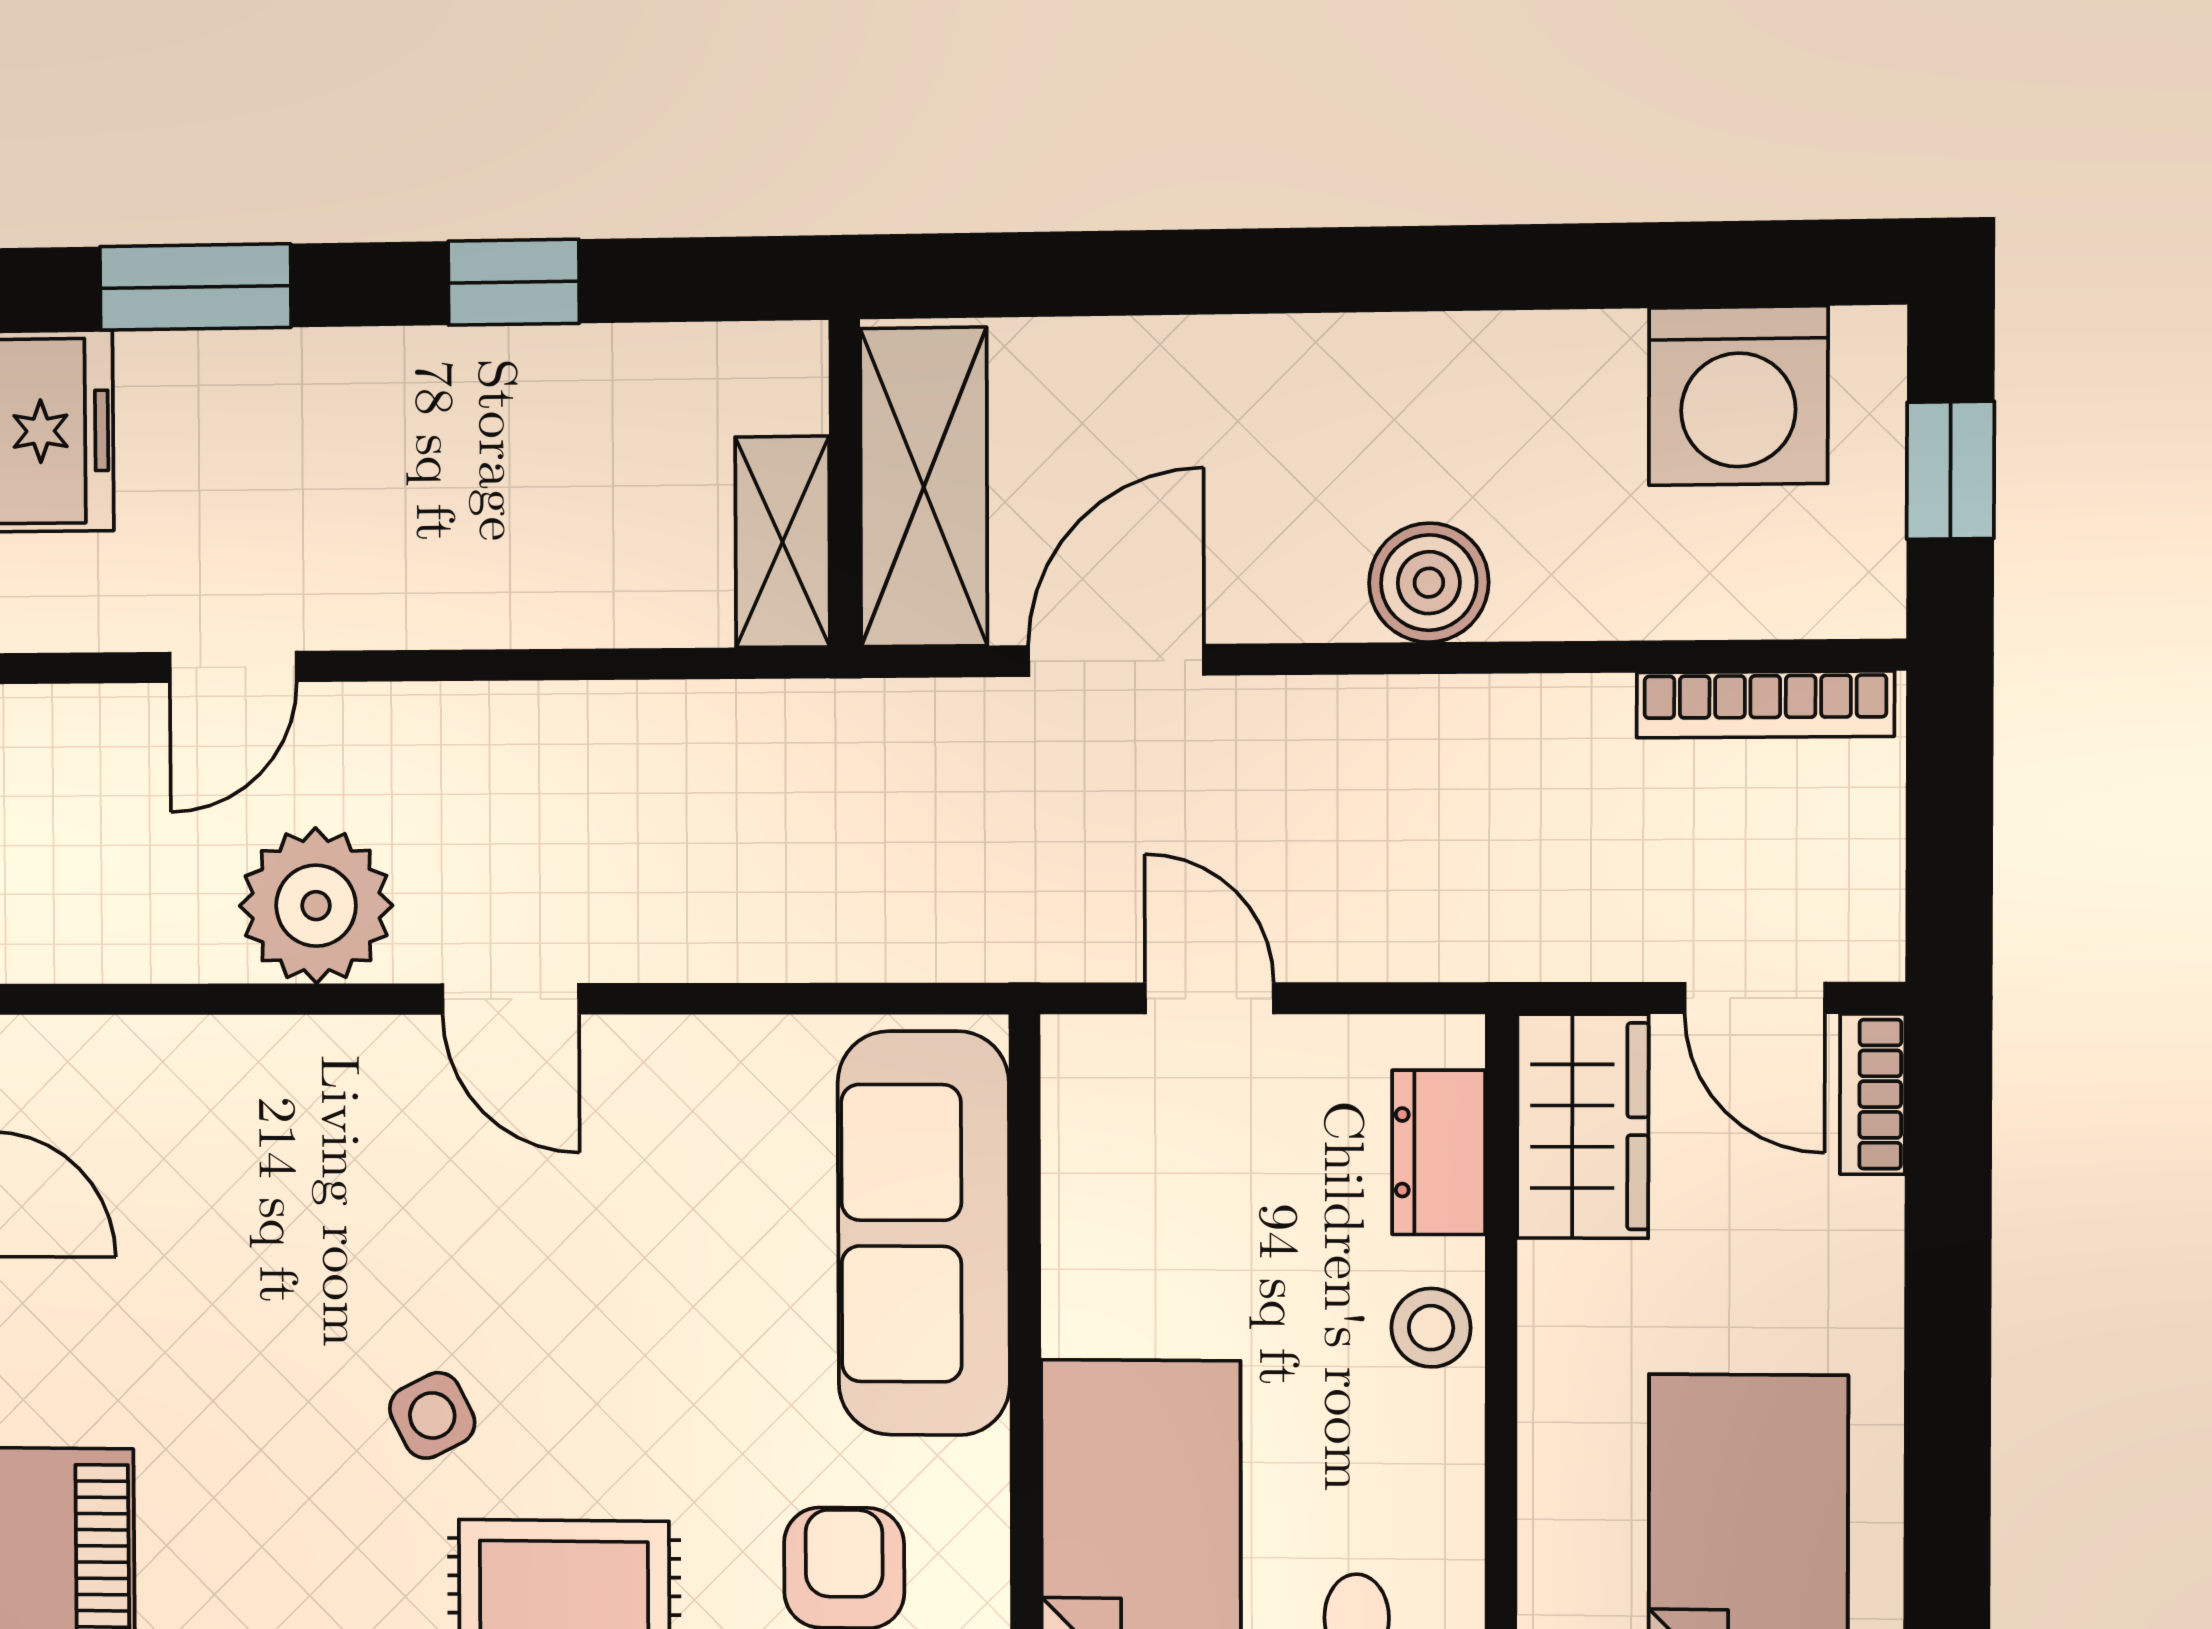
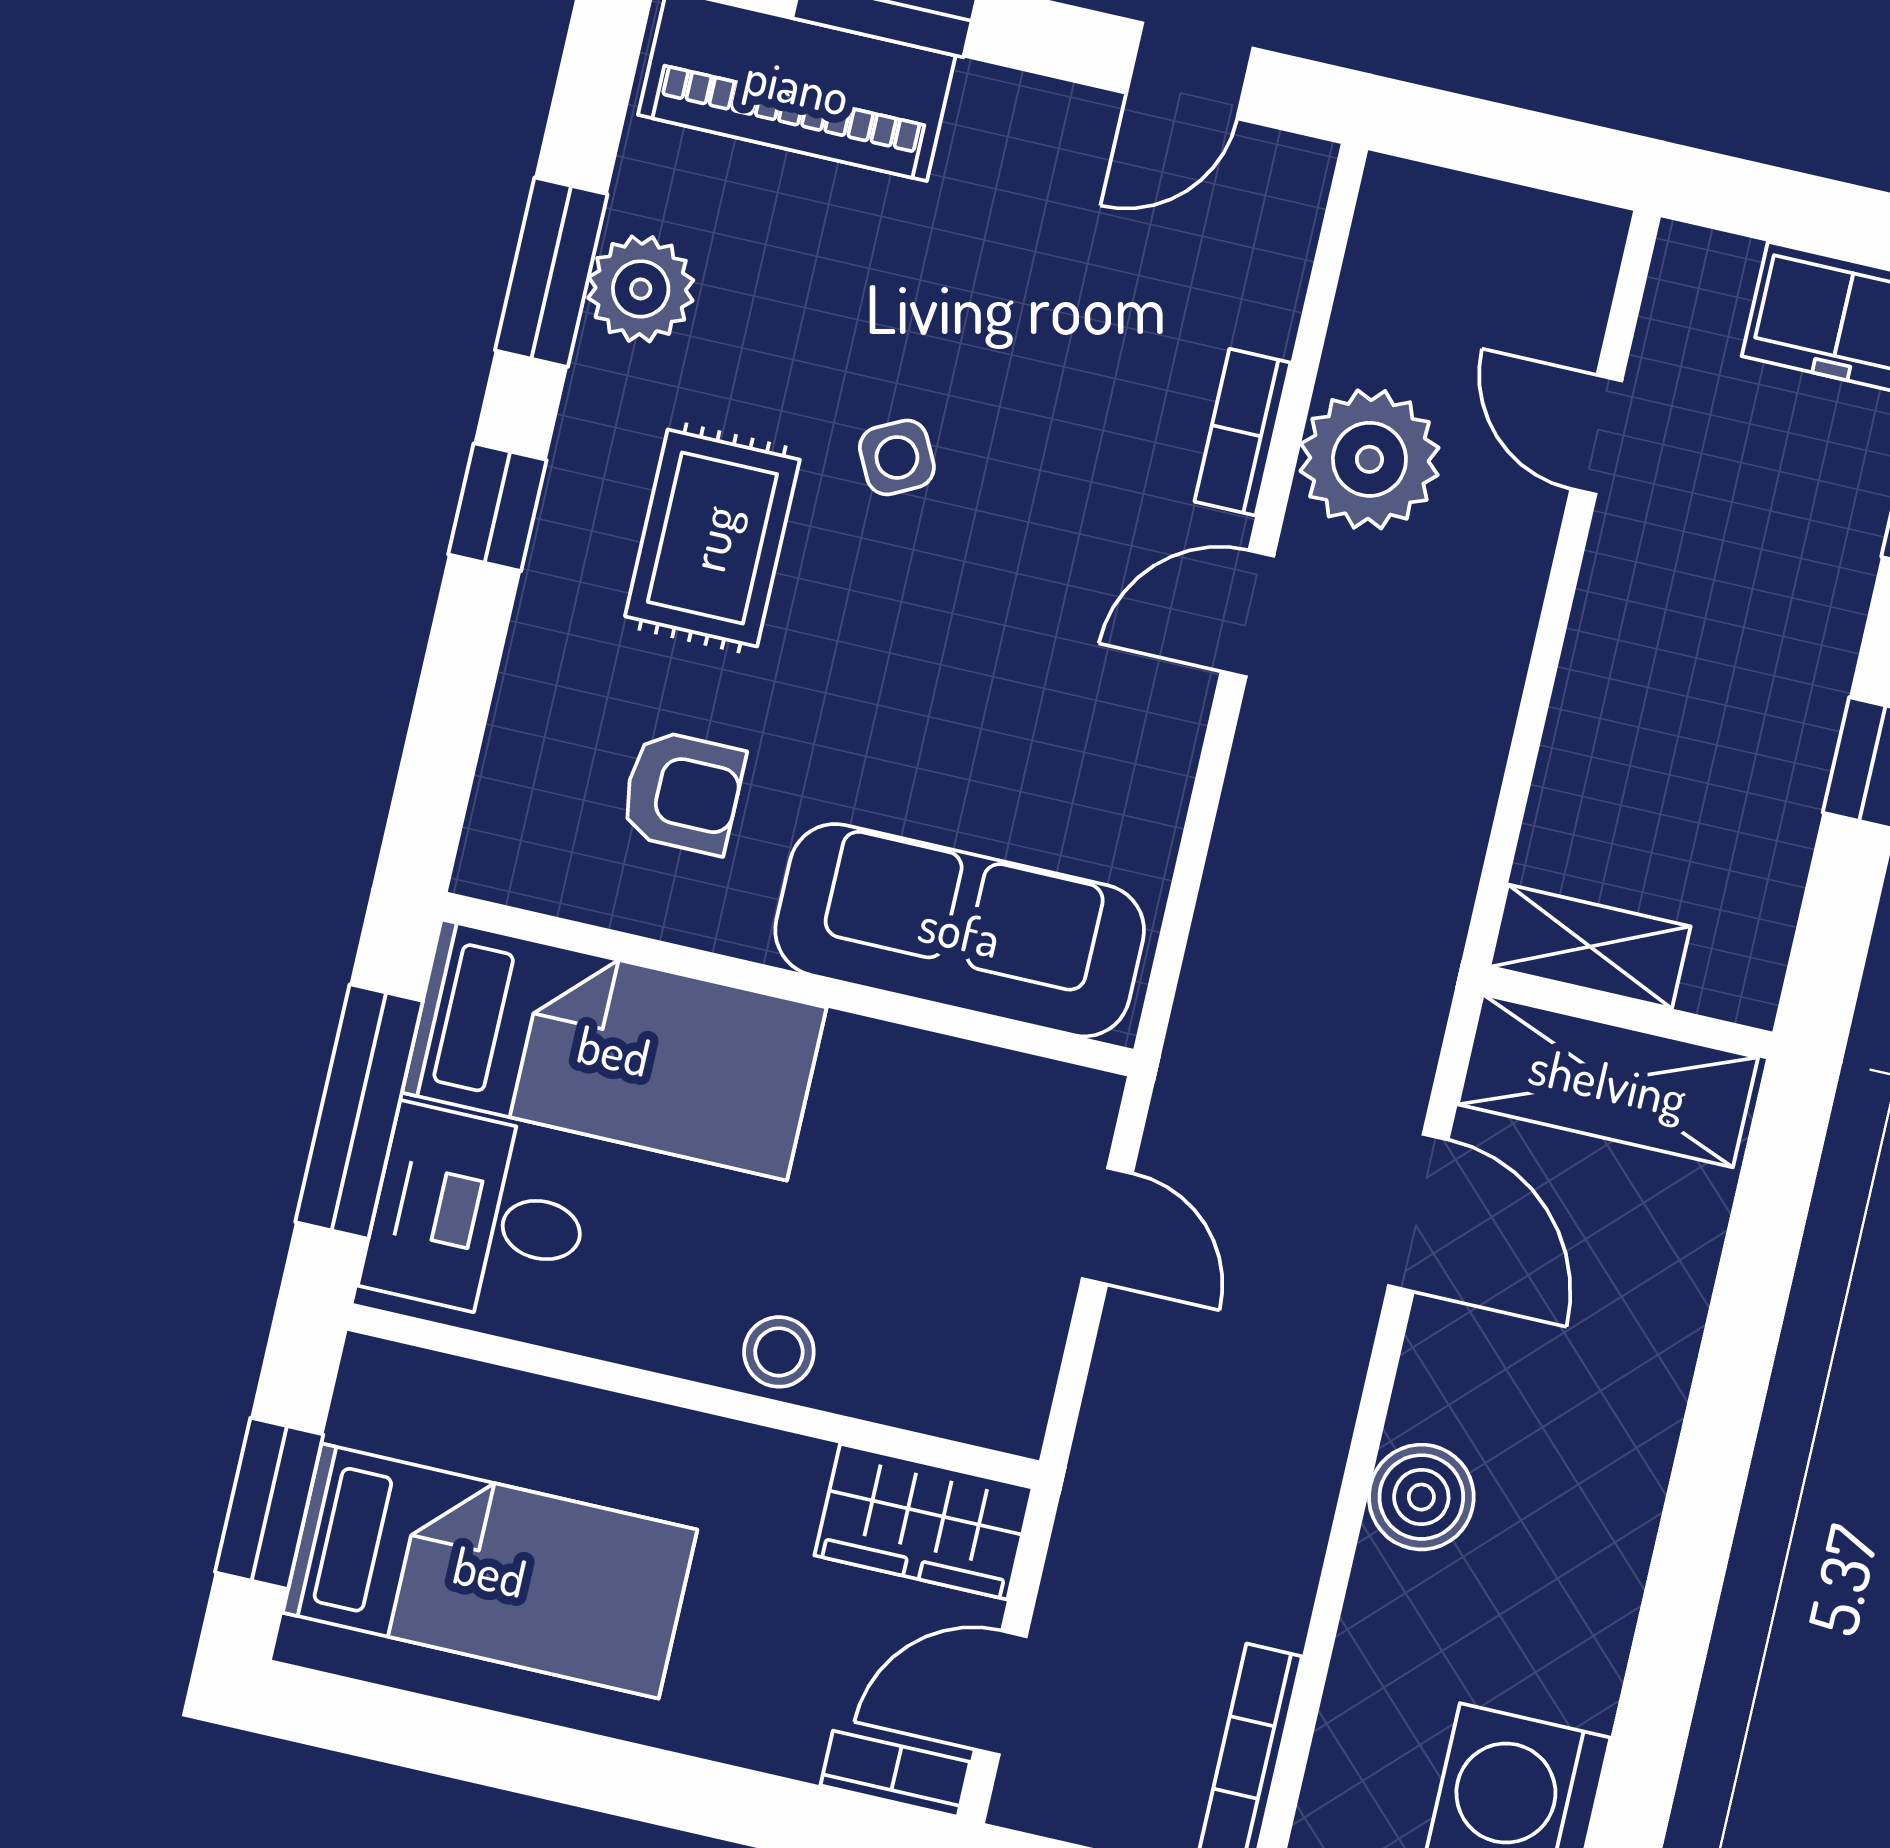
door: (1209, 998) -> (1107, 1226), hinge flipped
bookcase: (319, 1049) -> (1243, 432), added
dresser: (1439, 1152) -> (929, 1393), removed

